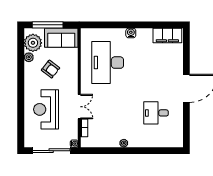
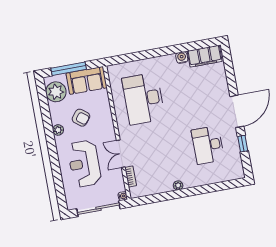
water cooler: (131, 33) -> (182, 58), moved
plant: (29, 57) -> (58, 130), moved
double door: (79, 107) -> (121, 154), swing flipped
desk: (156, 113) -> (208, 145), width x1.37
window: (186, 117) -> (243, 144), added

